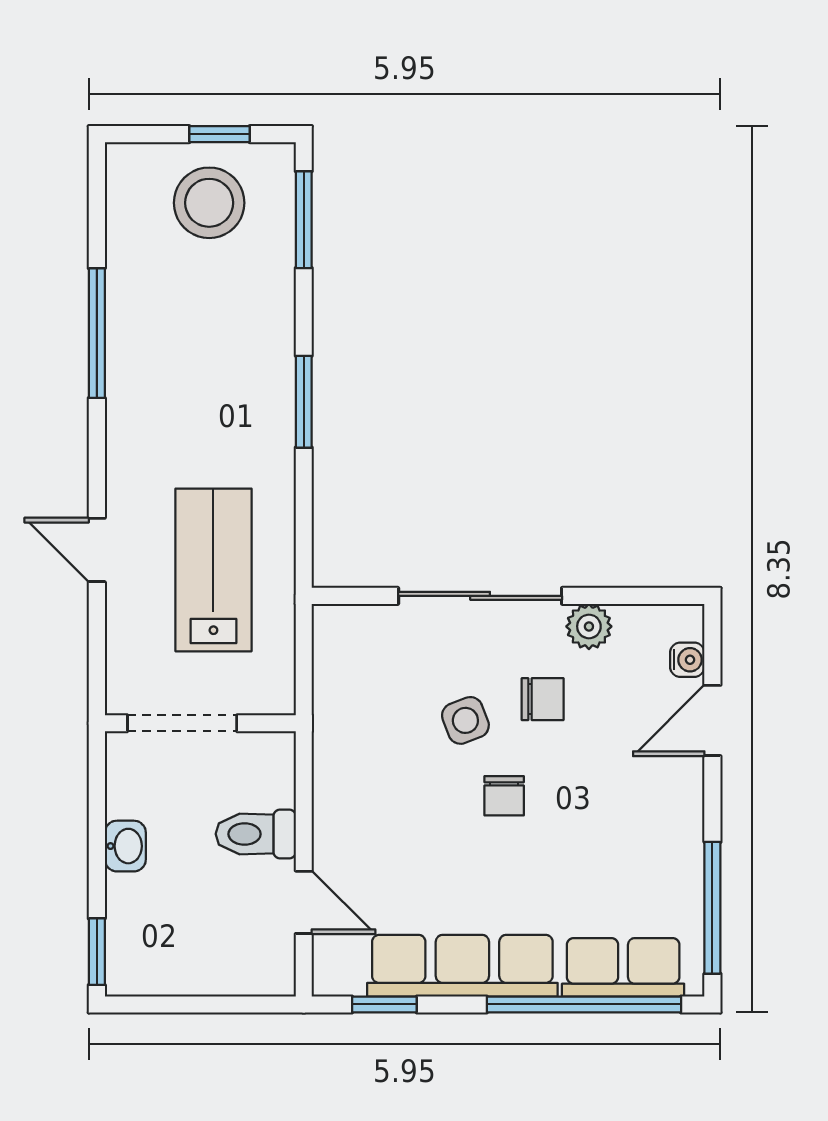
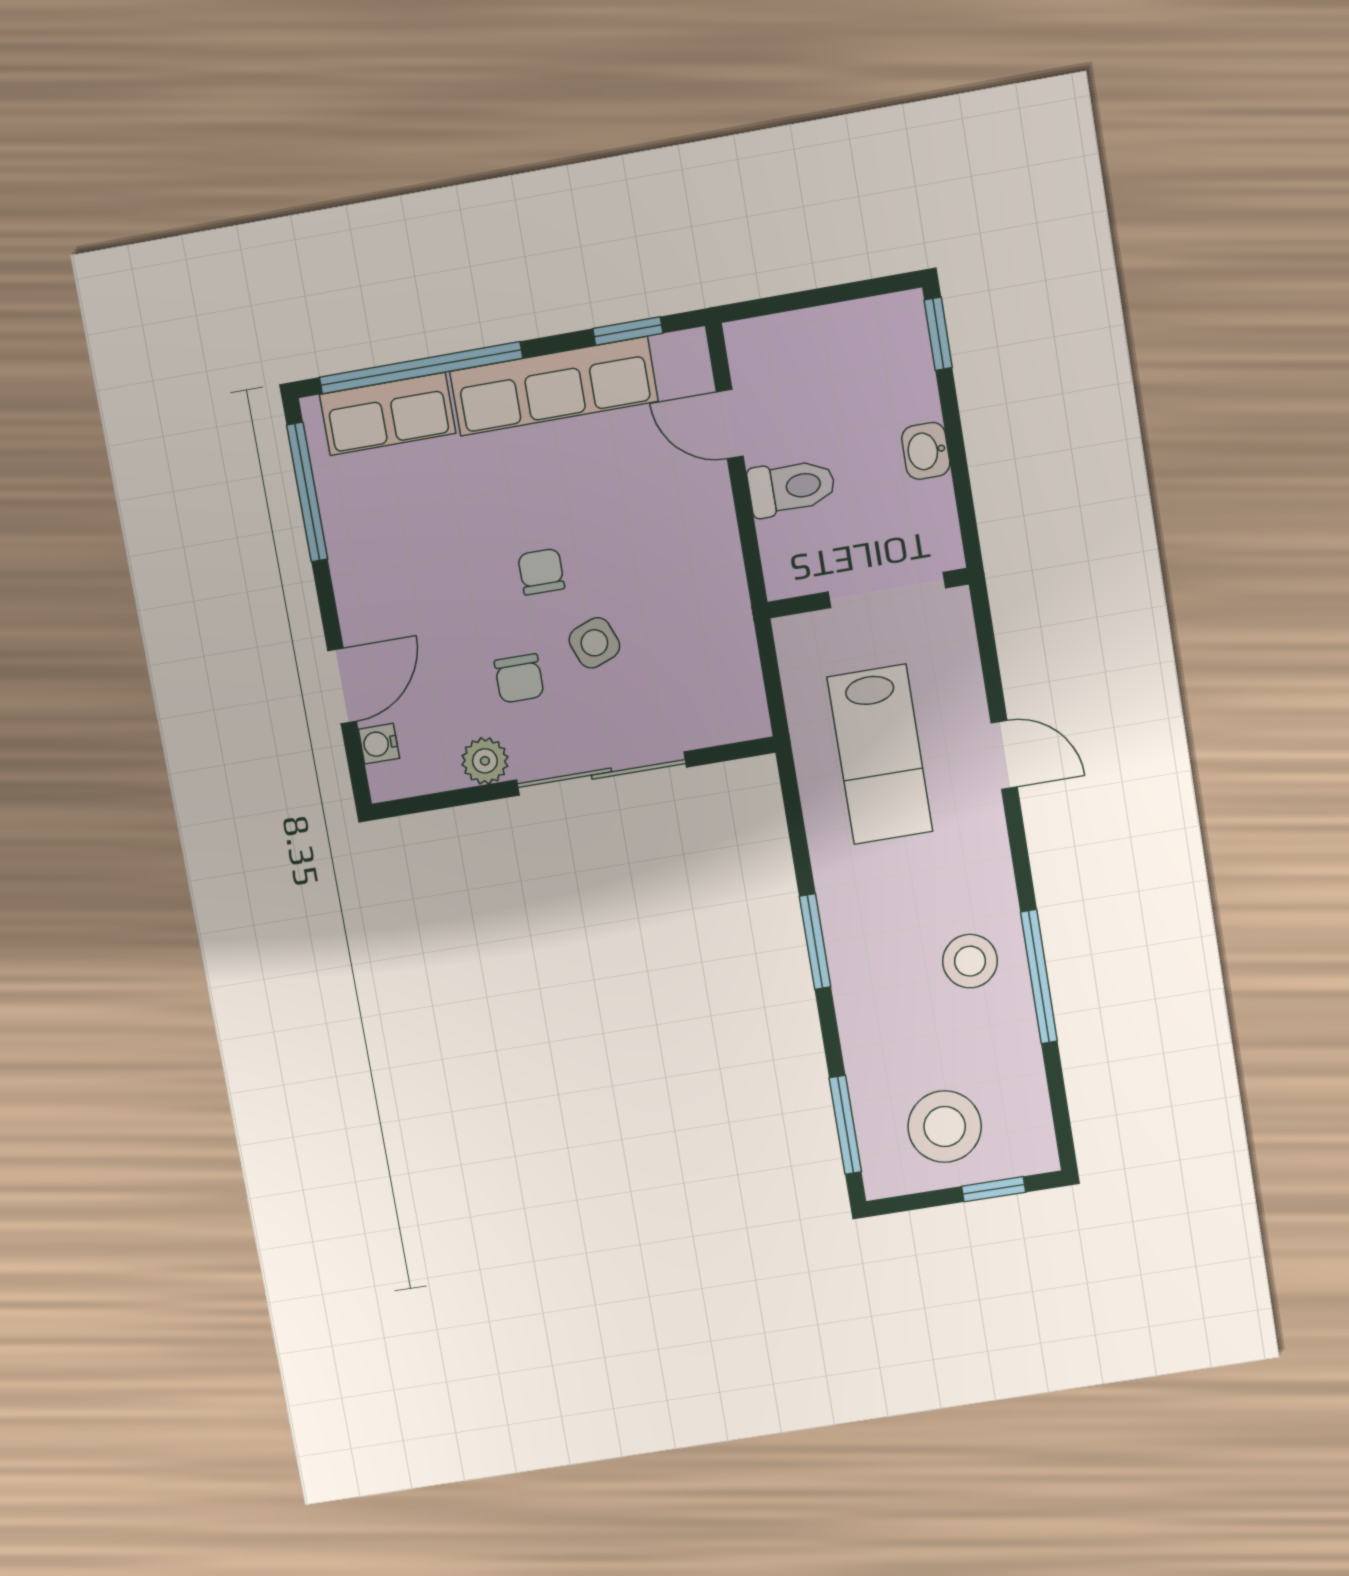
window: (220, 134) -> (994, 1189), moved
stool: (160, 359) -> (970, 961), added
chair: (543, 699) -> (519, 678), turned -90

